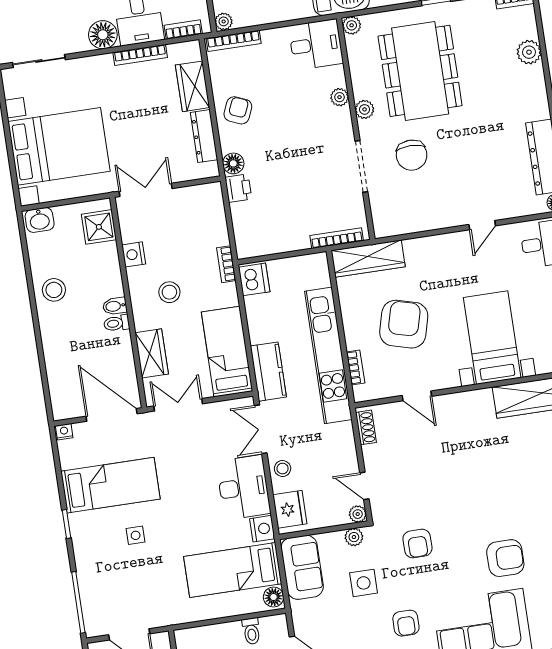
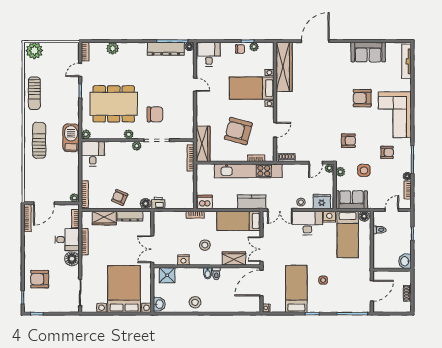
plant: (340, 97) -> (137, 146), moved
armchair: (505, 558) -> (362, 98), turned -90

